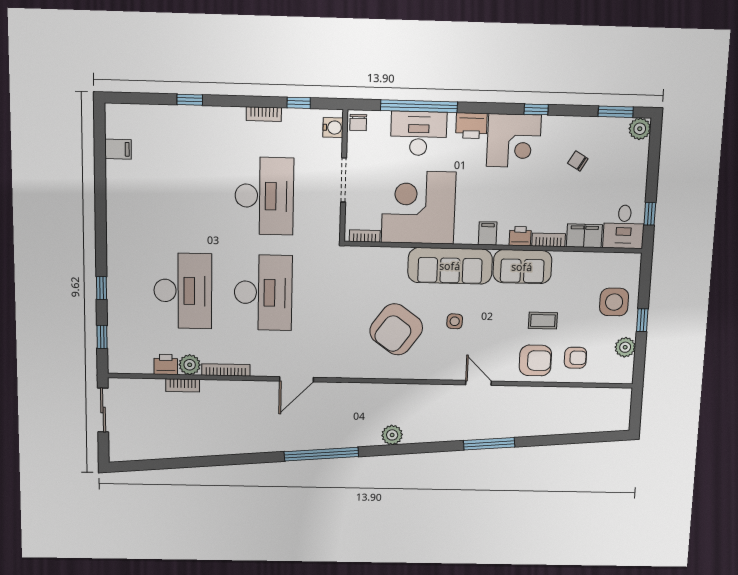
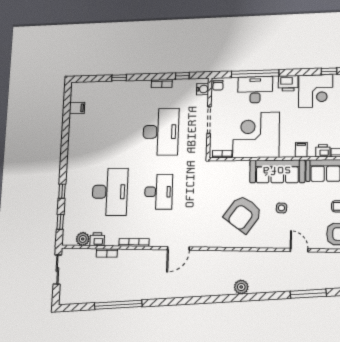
desk: (263, 293) -> (159, 192), width x0.73, depth x0.77
plant: (190, 365) -> (83, 239), moved
window: (321, 454) -> (118, 305), moved

